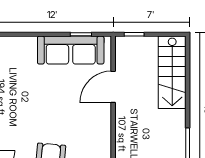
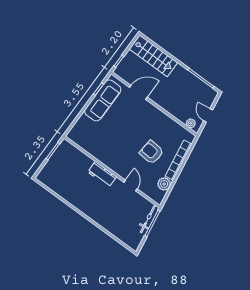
door: (113, 87) -> (138, 92), swing flipped

